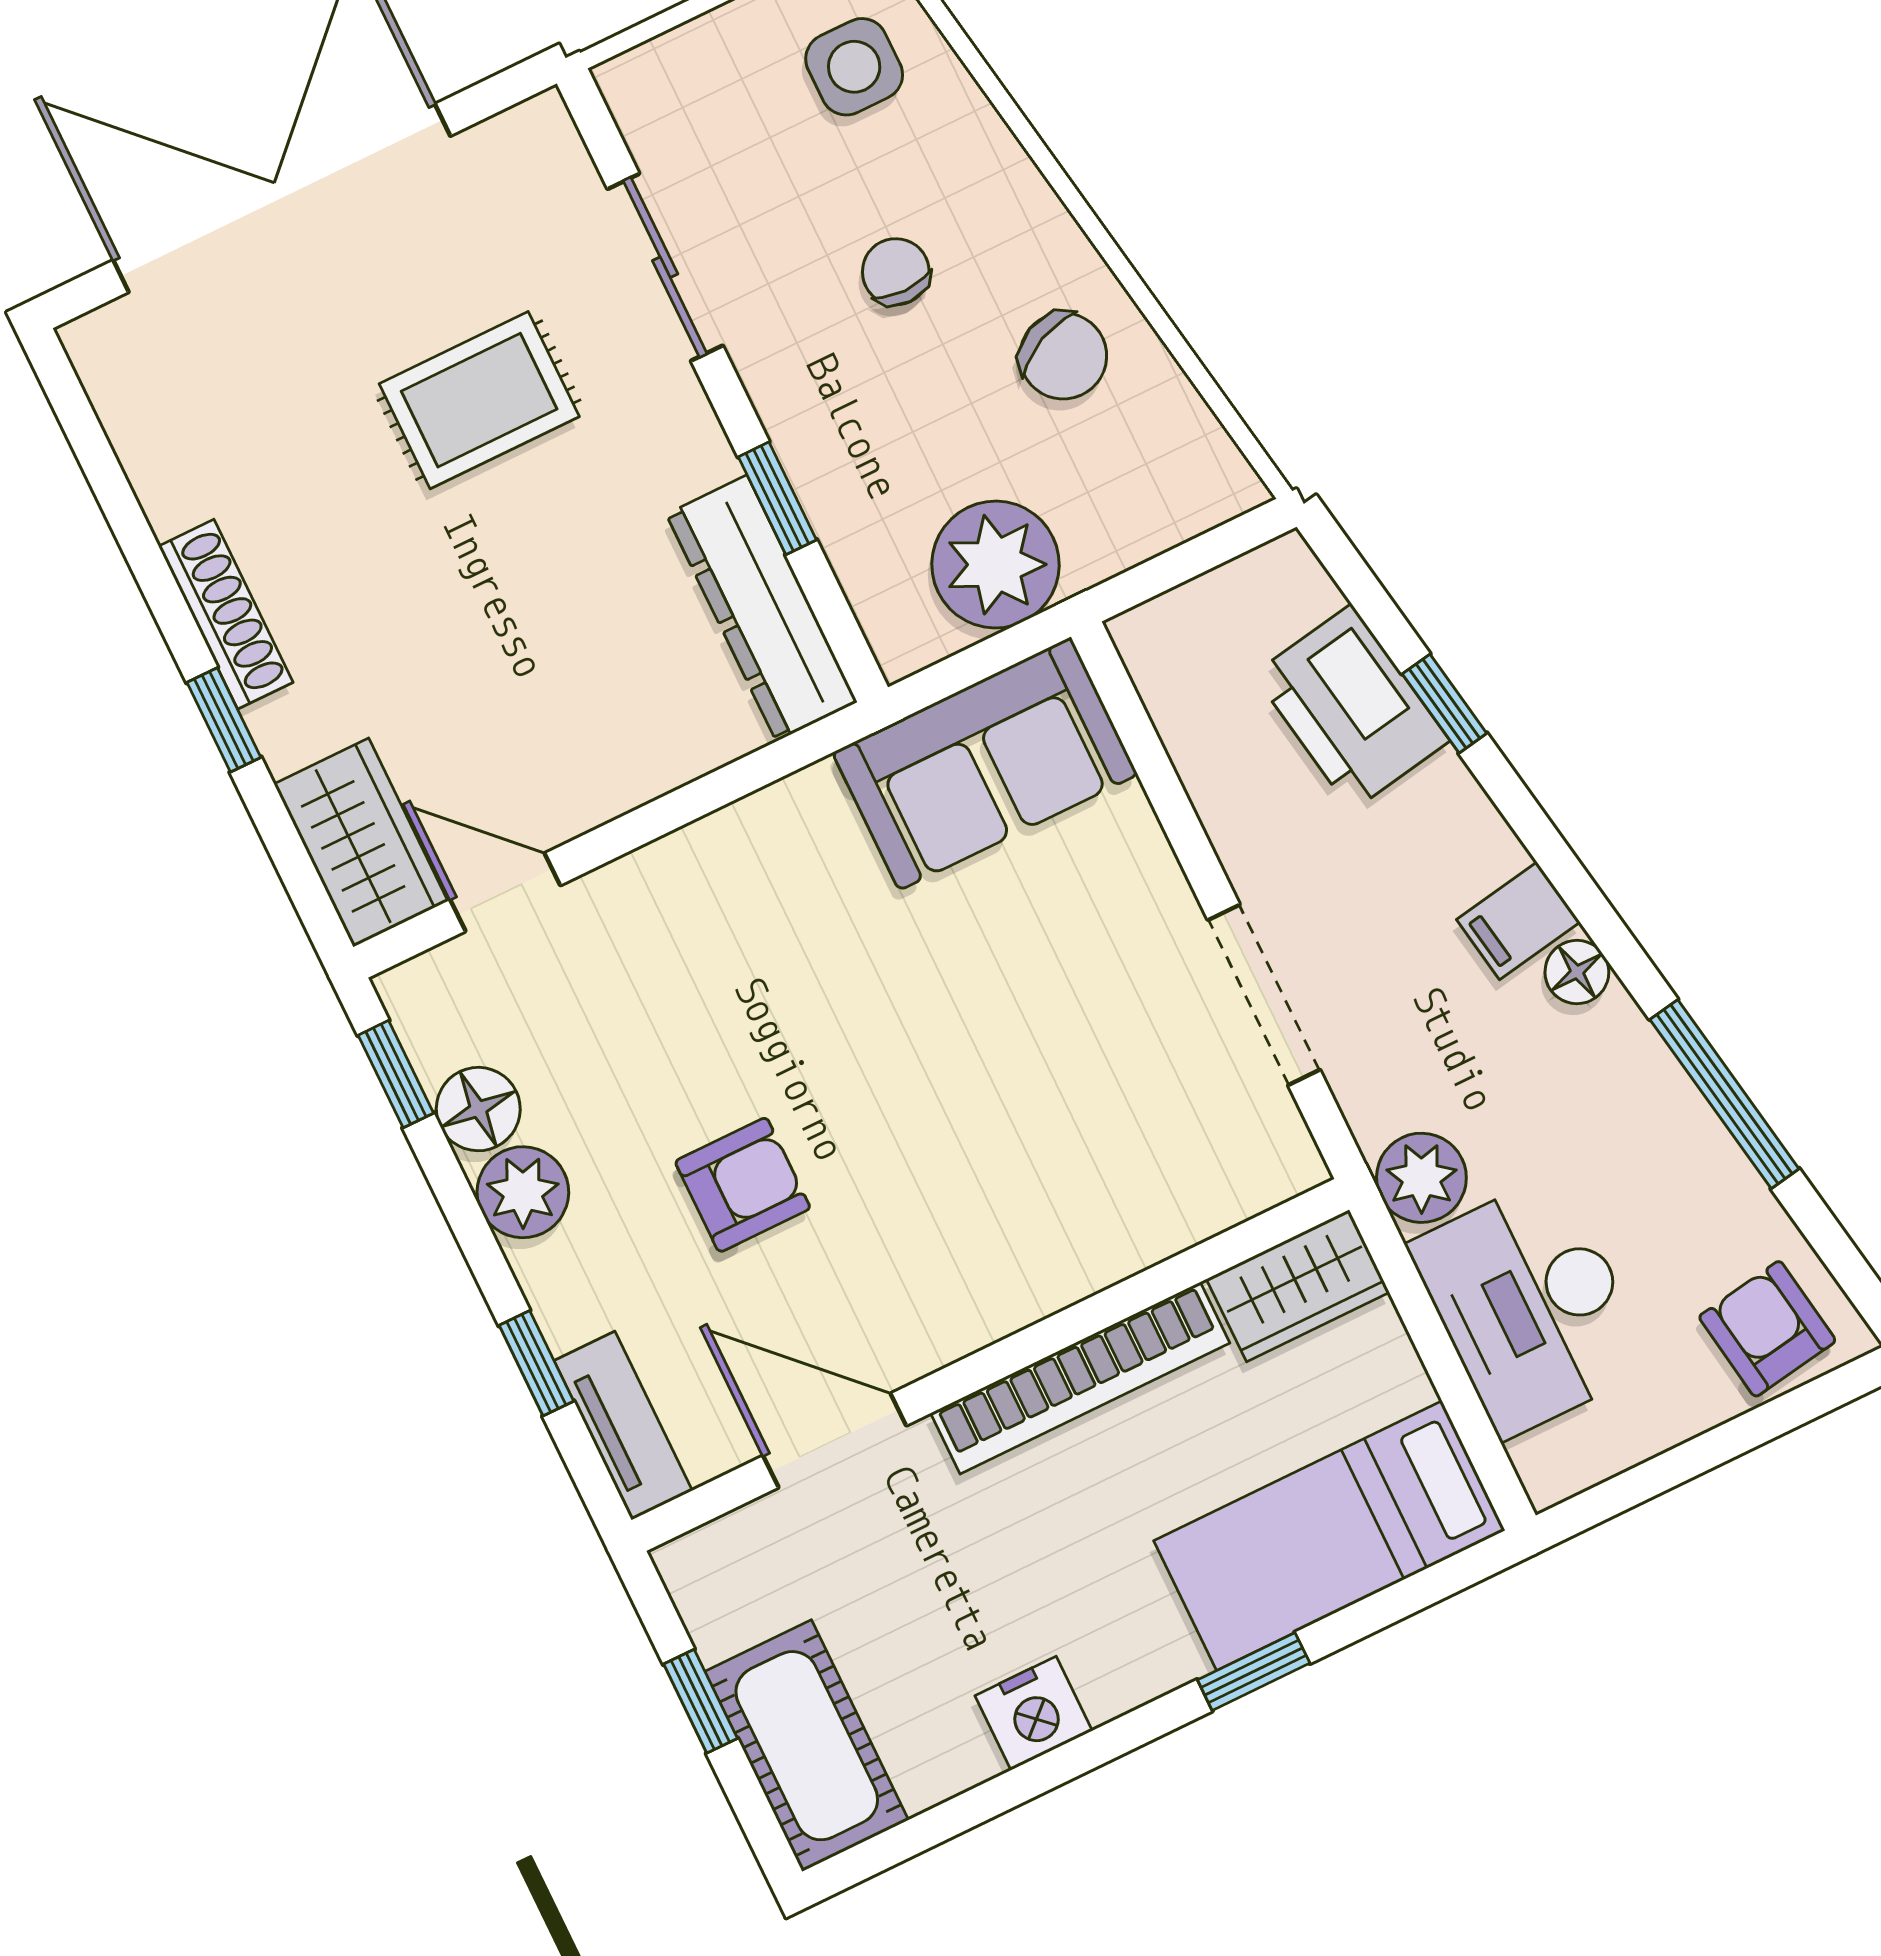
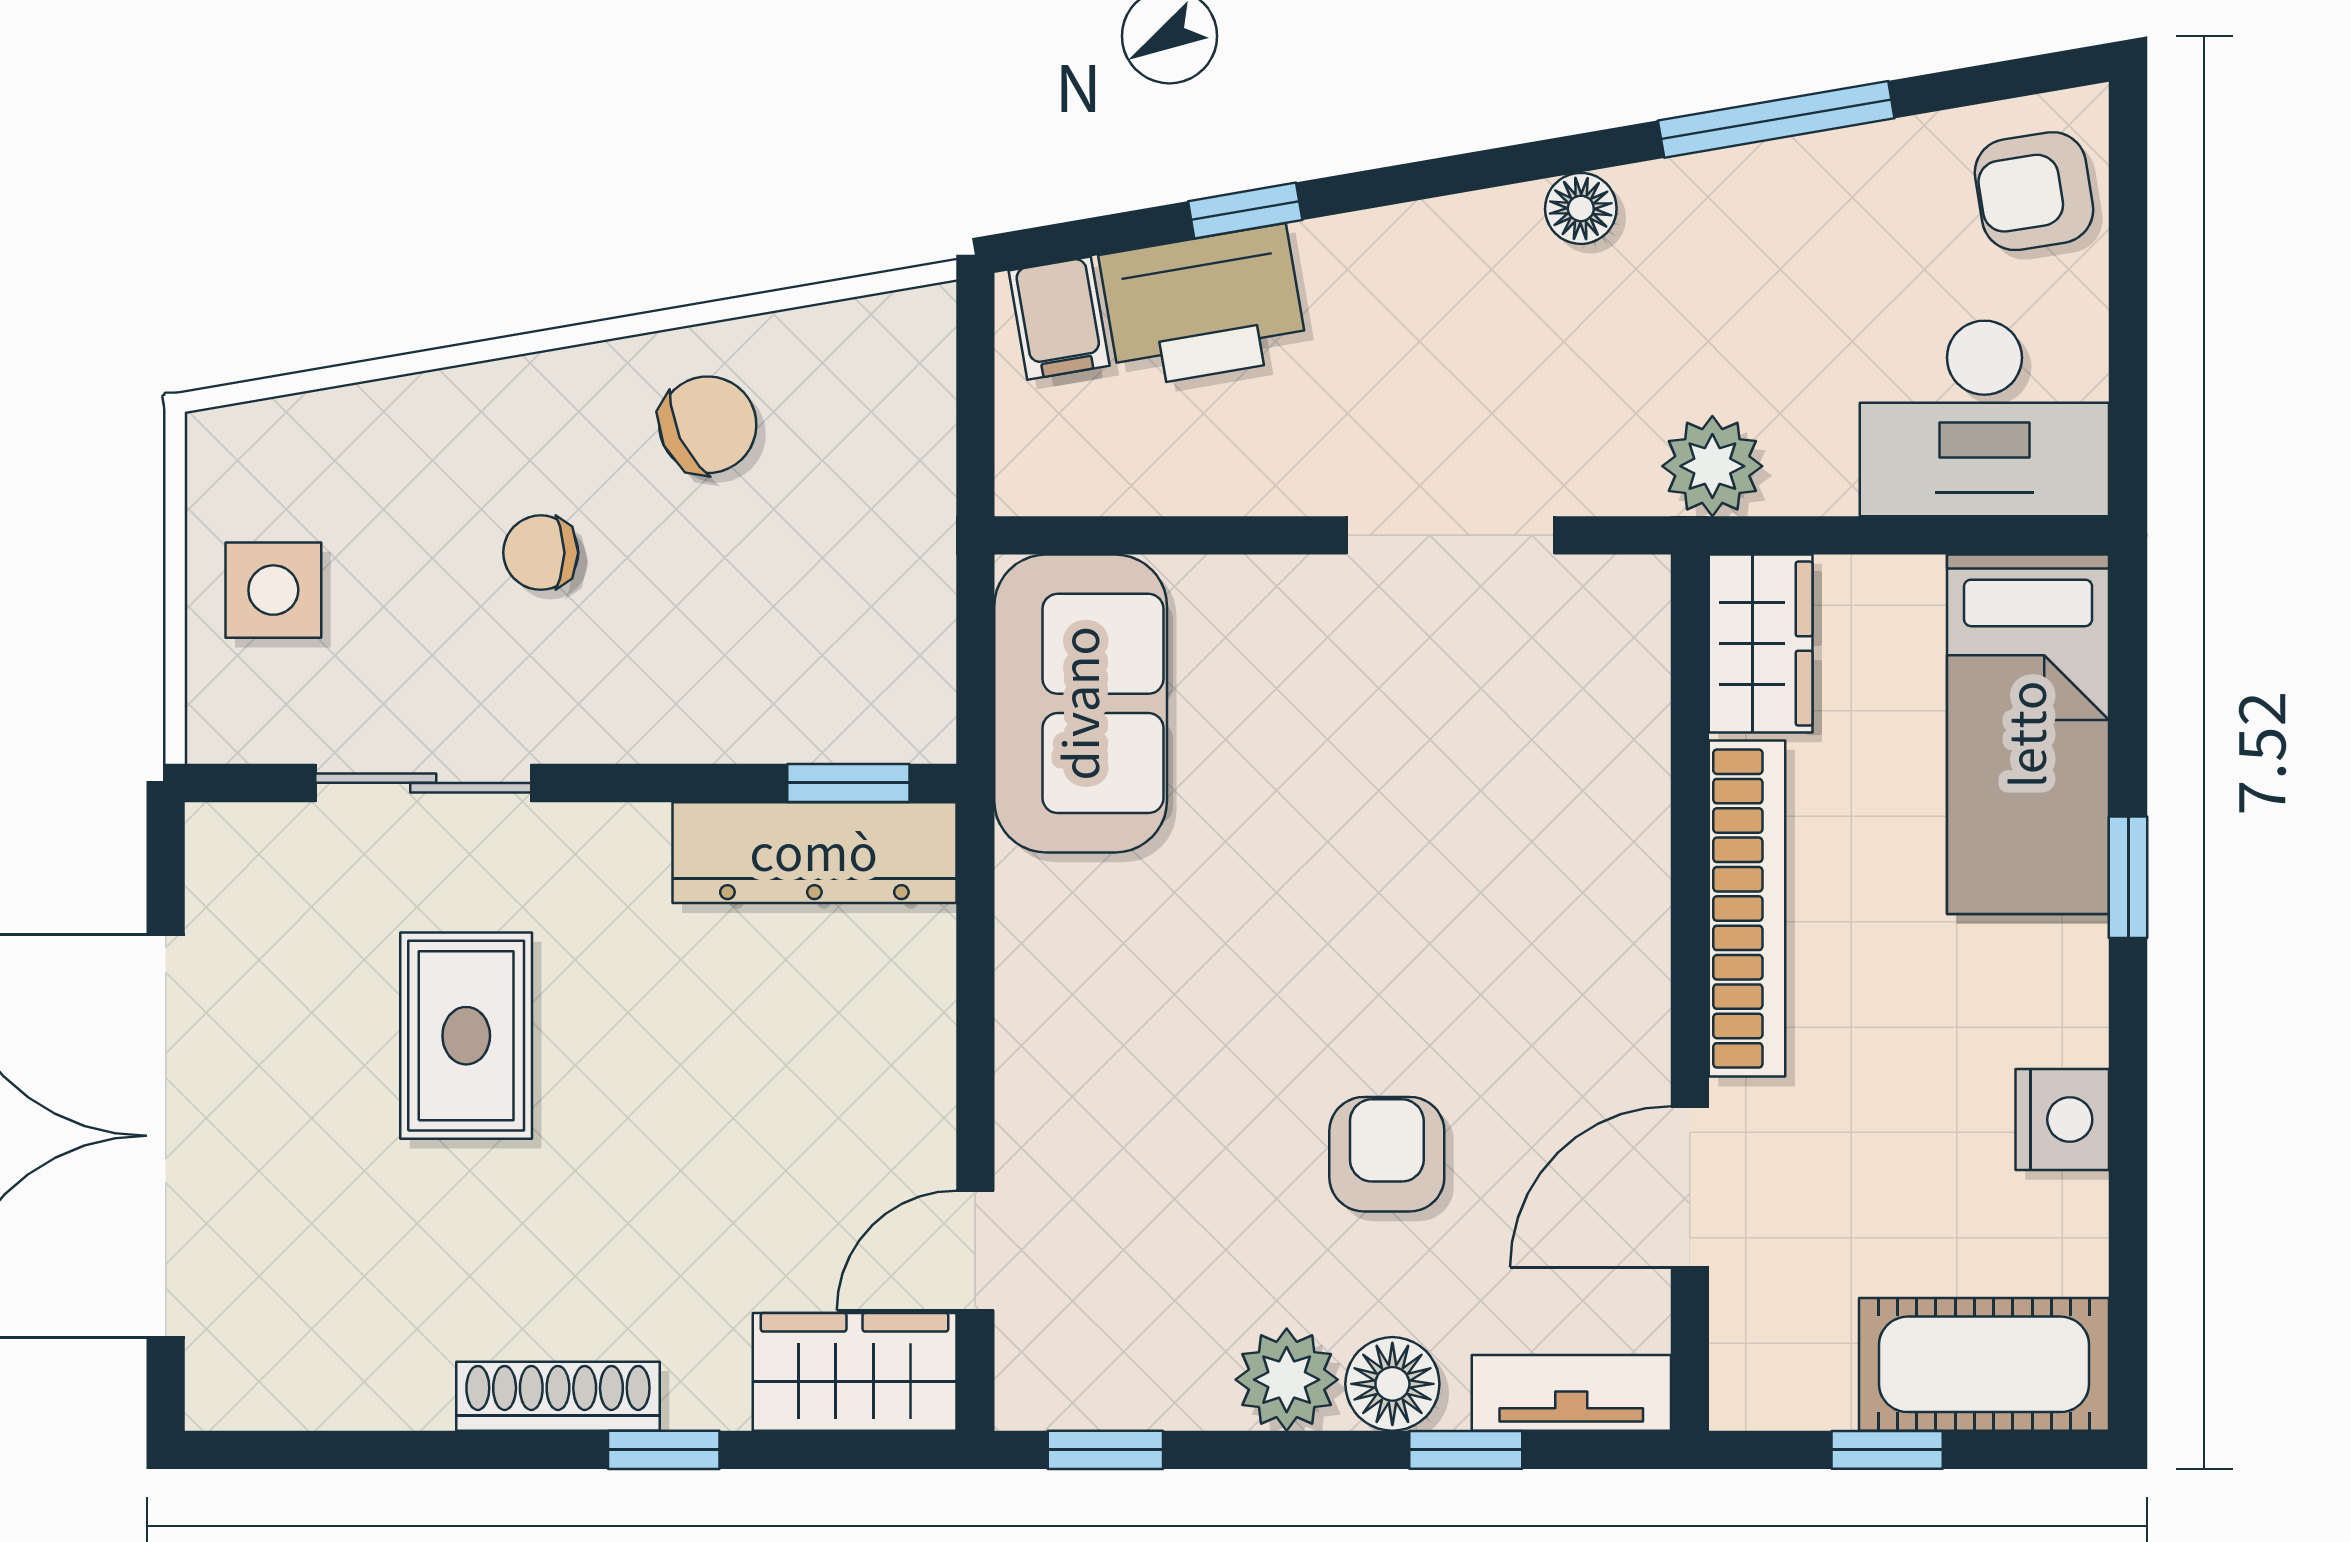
side table: (854, 67) -> (273, 590), moved
window: (777, 498) -> (848, 783), moved
plant: (996, 565) -> (885, 595), removed
filing cabinet: (1518, 921) -> (1059, 318), moved
floor lamp: (478, 1109) -> (1392, 1384), moved
desk: (1531, 1306) -> (1984, 418), moved

